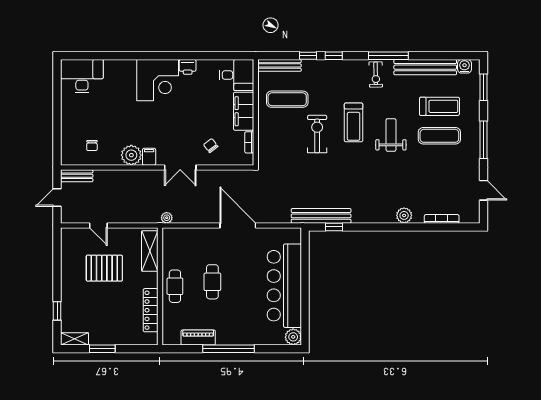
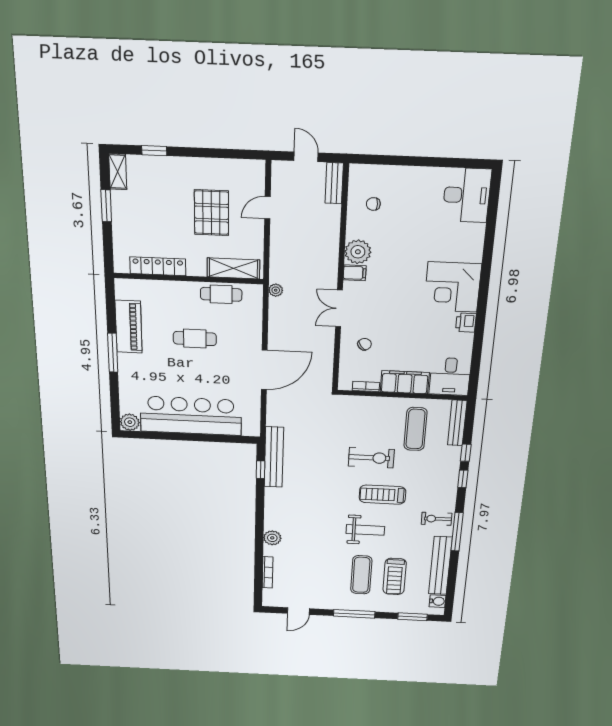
cafe table: (175, 286) -> (221, 294), moved
piano: (198, 337) -> (129, 327), width x1.37, depth x1.33
window: (228, 349) -> (113, 353), width x0.68

